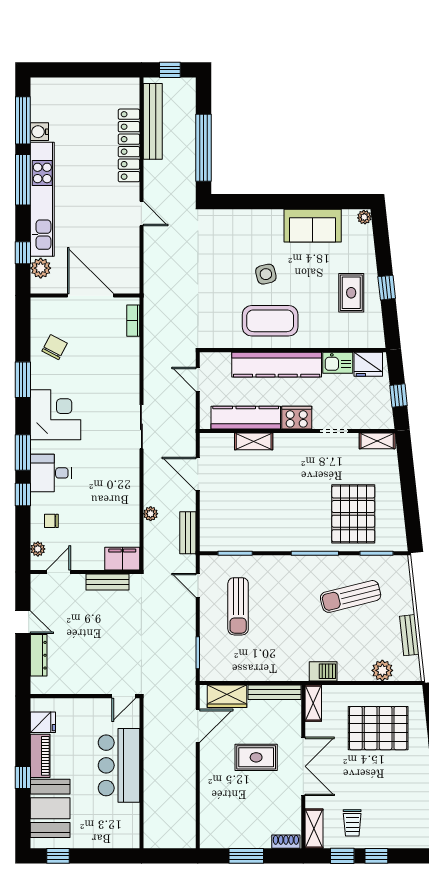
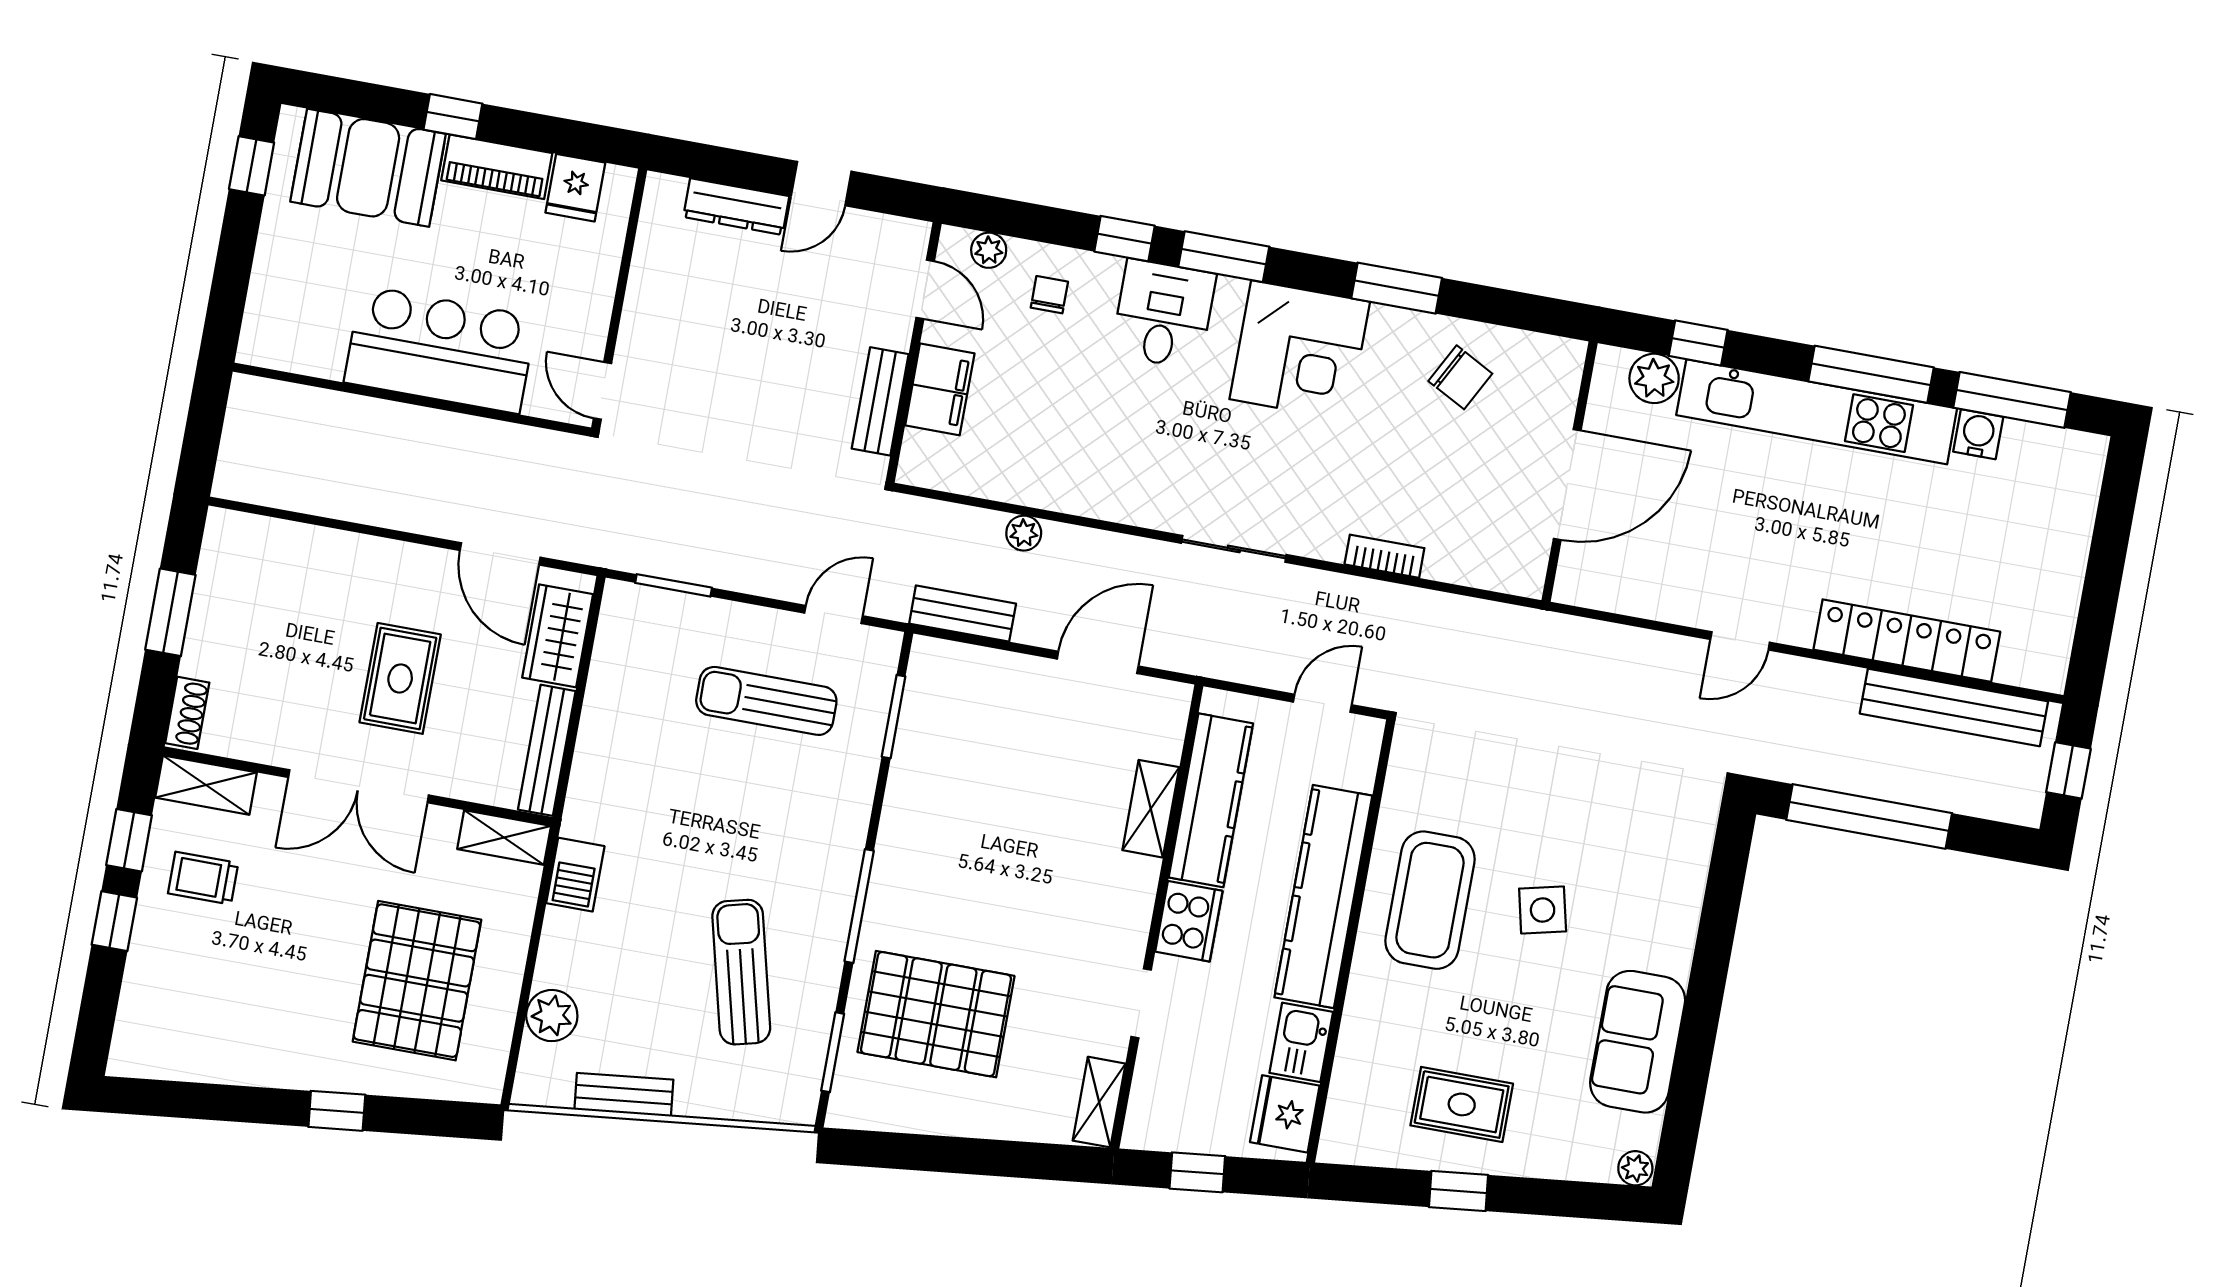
bookcase: (133, 321) -> (1384, 556), moved
filing cabinet: (122, 559) -> (940, 389), moved

